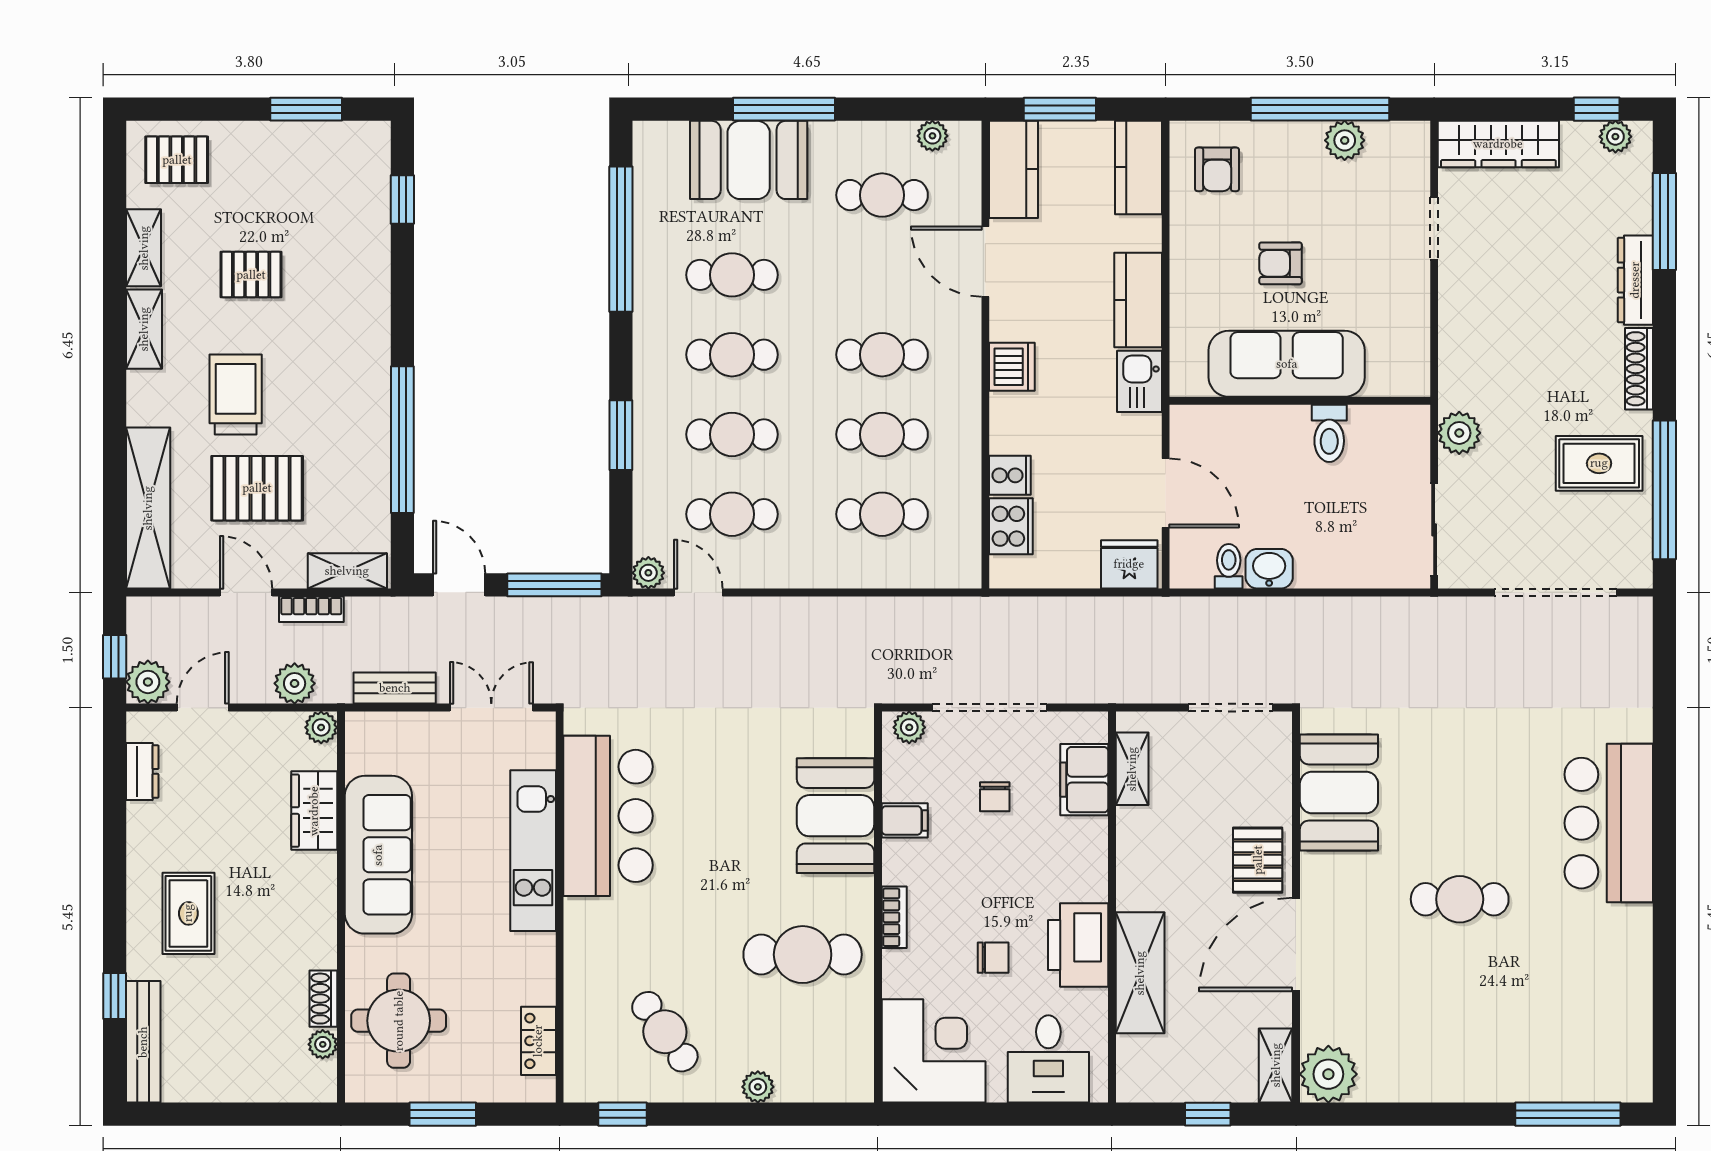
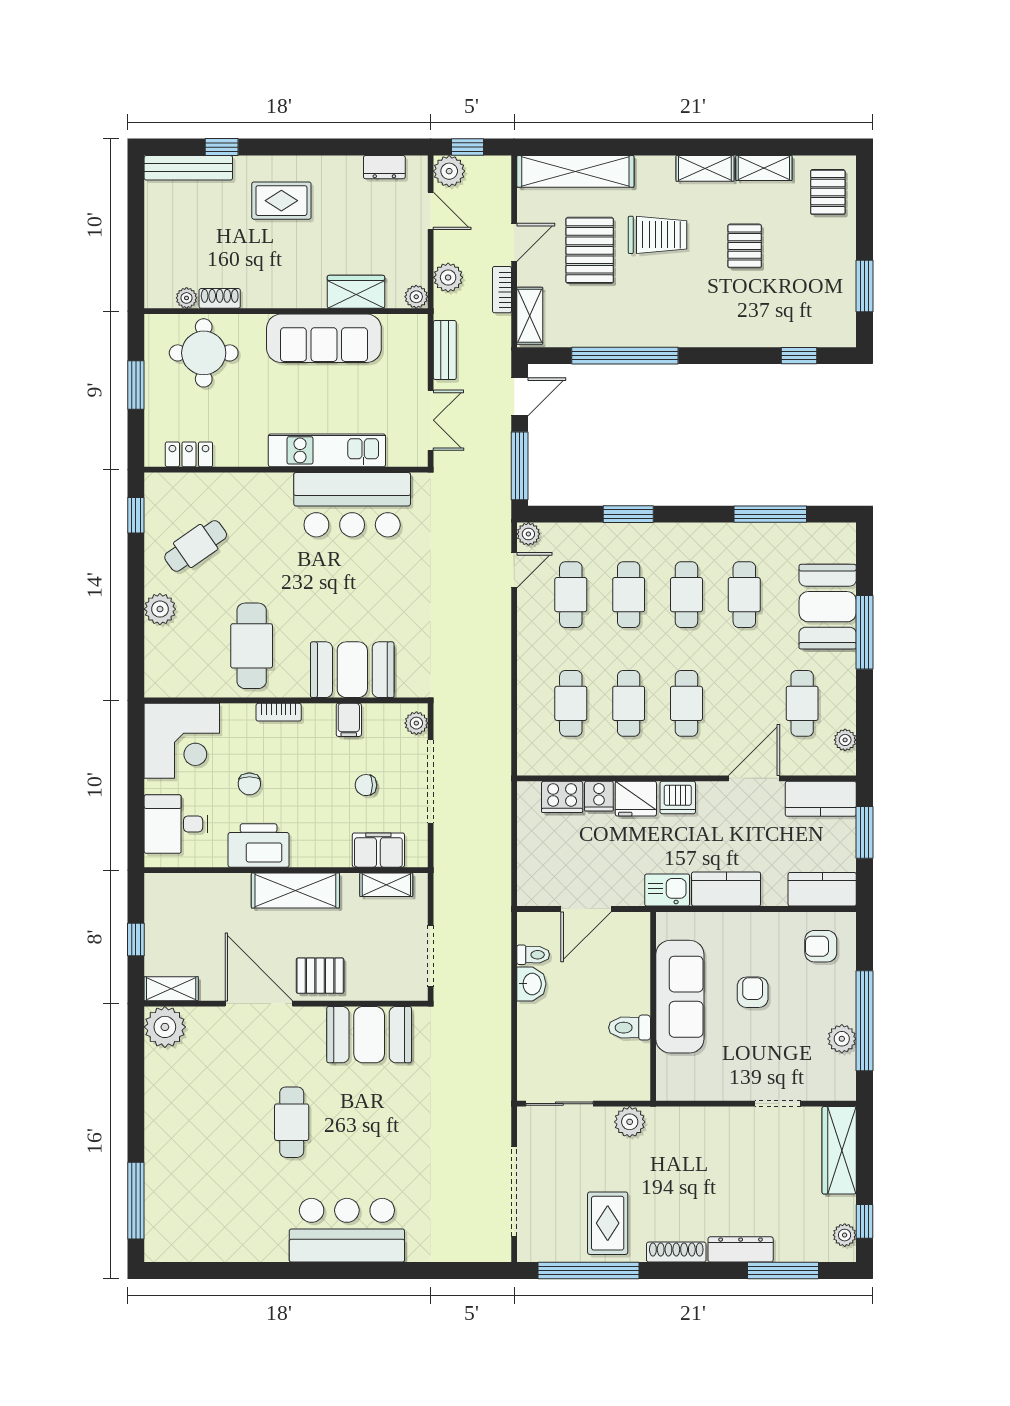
window: (621, 239) -> (770, 514), width x0.68
fridge: (1129, 564) -> (636, 799), moved, turned 90
shelving: (1140, 973) -> (295, 890), moved
plant: (758, 1087) -> (160, 609), width x1.38, depth x1.38

